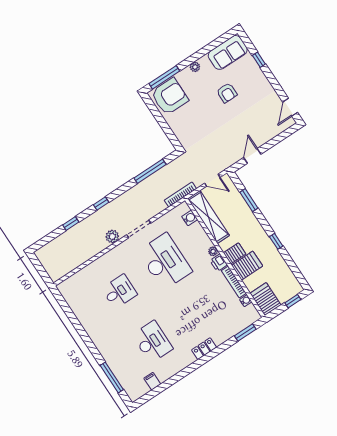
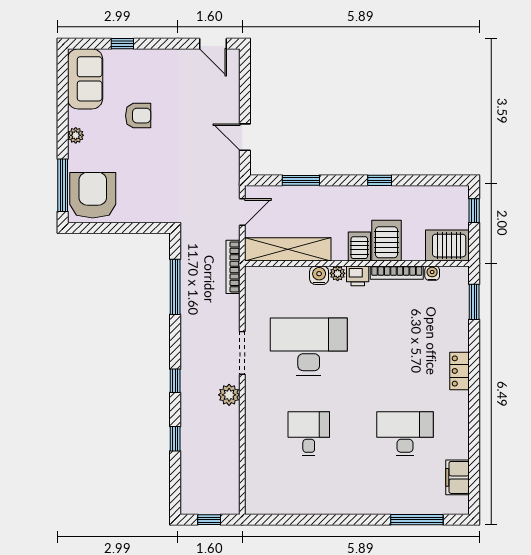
water cooler: (190, 218) -> (319, 275), moved
window: (40, 269) -> (209, 520), added
filing cabinet: (152, 381) -> (457, 477), width x2.00

